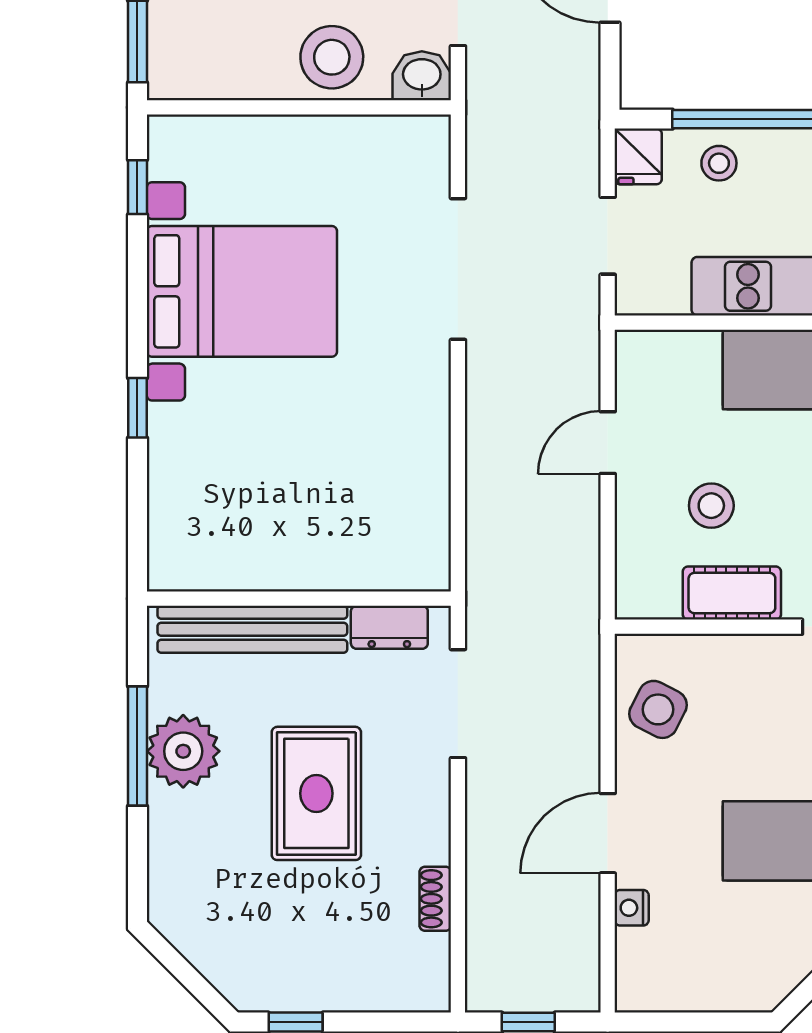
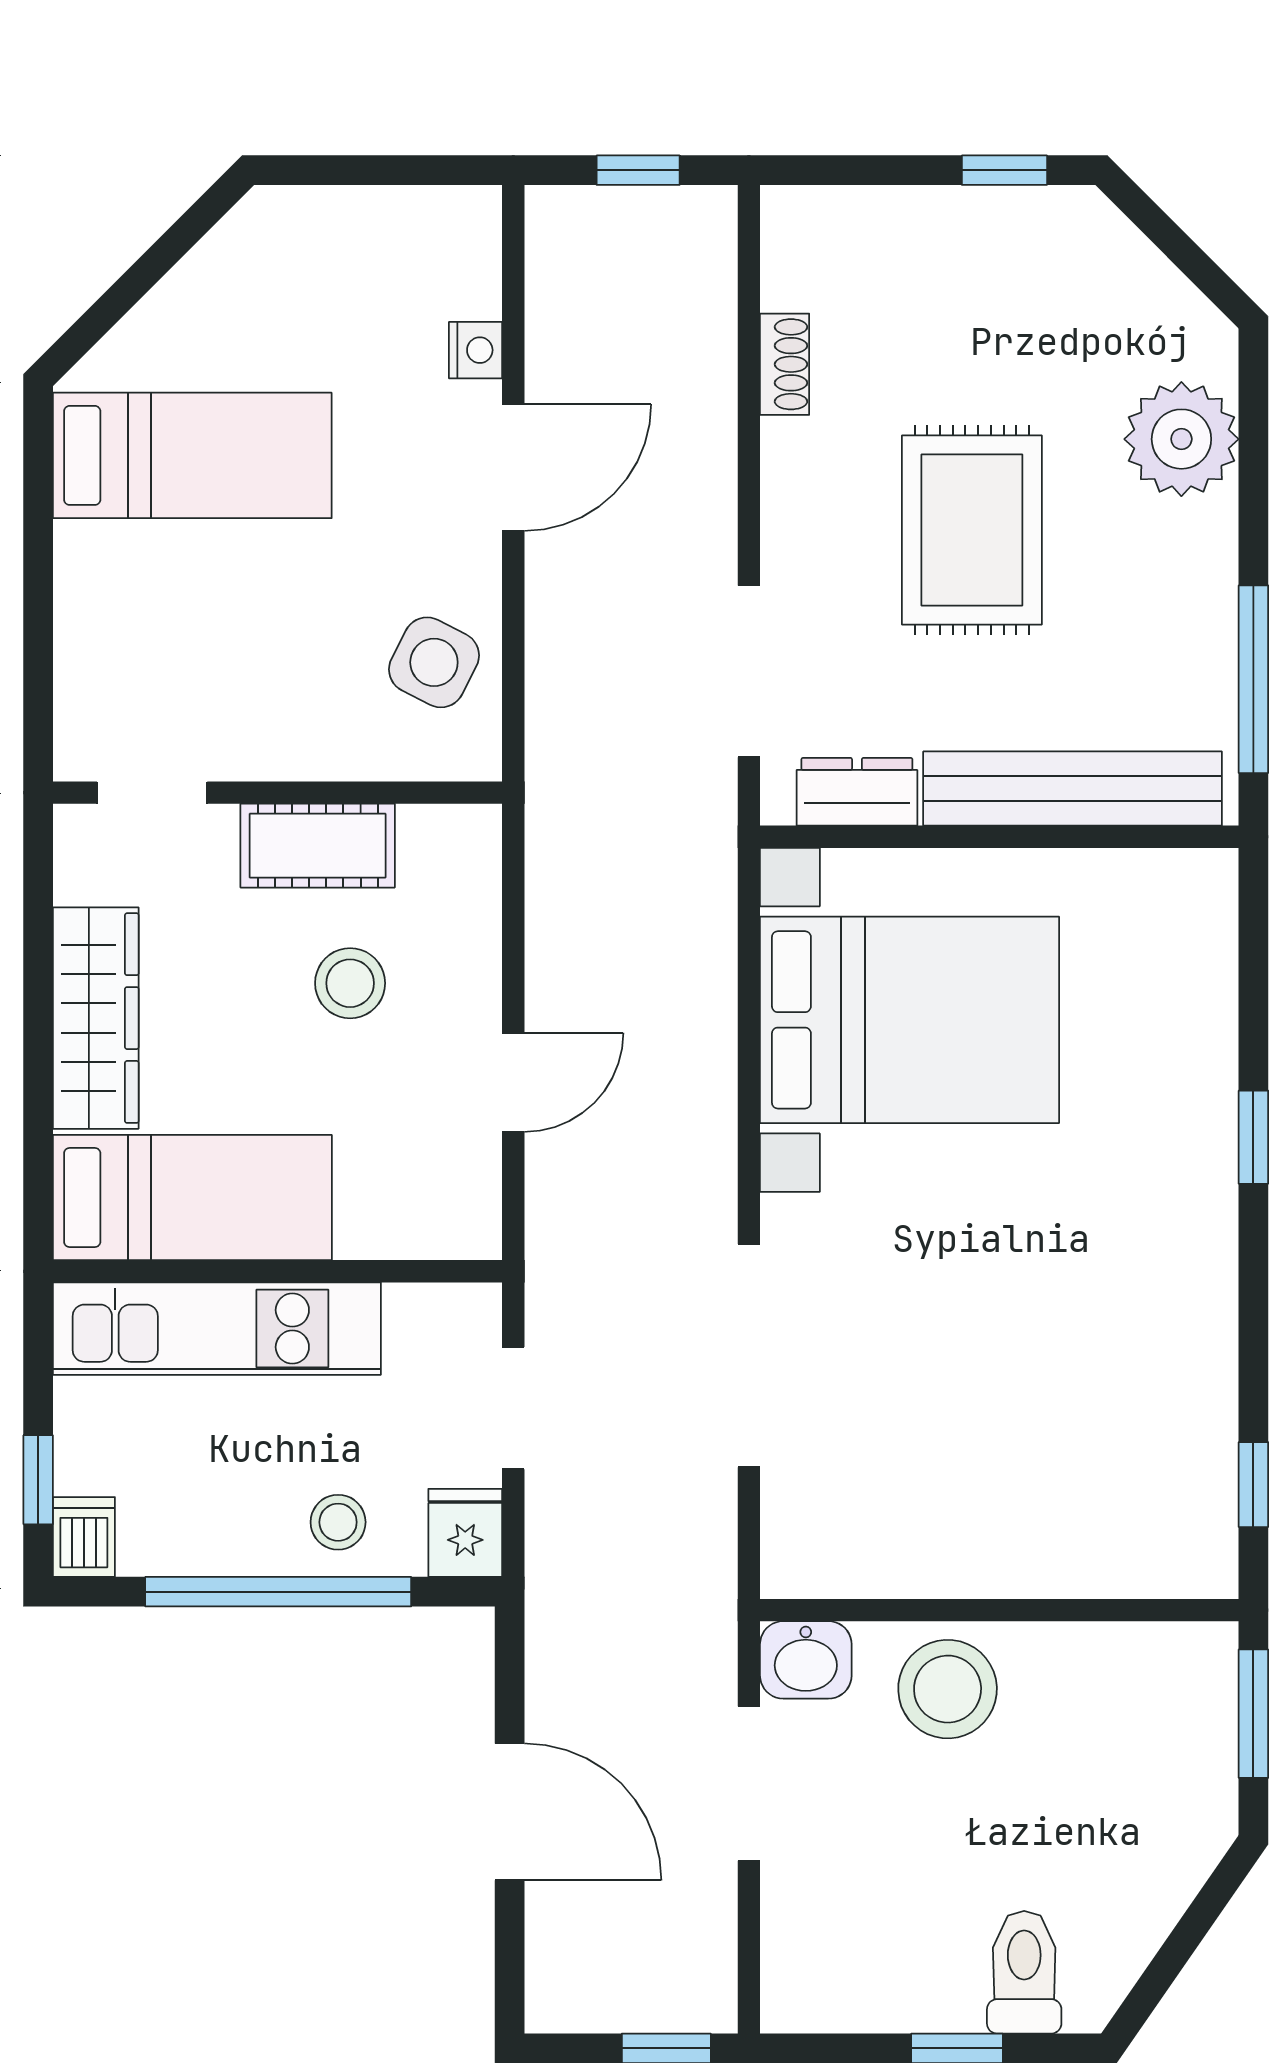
bed with nightstands: (242, 291) -> (910, 1020), moved, turned 180
window: (137, 746) -> (1253, 679), moved
plant: (183, 751) -> (1181, 439), moved

